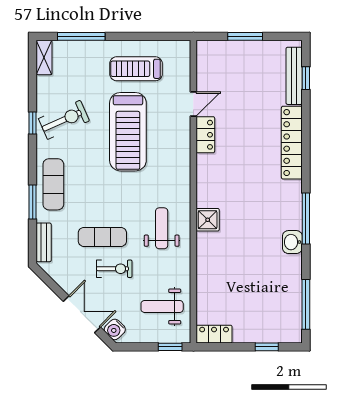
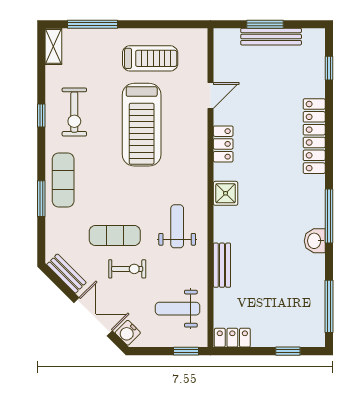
treadmill: (136, 69) -> (150, 58), turned 180
bench: (294, 76) -> (271, 37), moved, turned 90
exercise bike: (64, 120) -> (74, 112), turned 114
locker: (205, 135) -> (223, 144), moved
shower: (208, 220) -> (226, 193), moved
bench: (44, 242) -> (66, 274), moved, turned -45
bench: (204, 265) -> (222, 265), added

